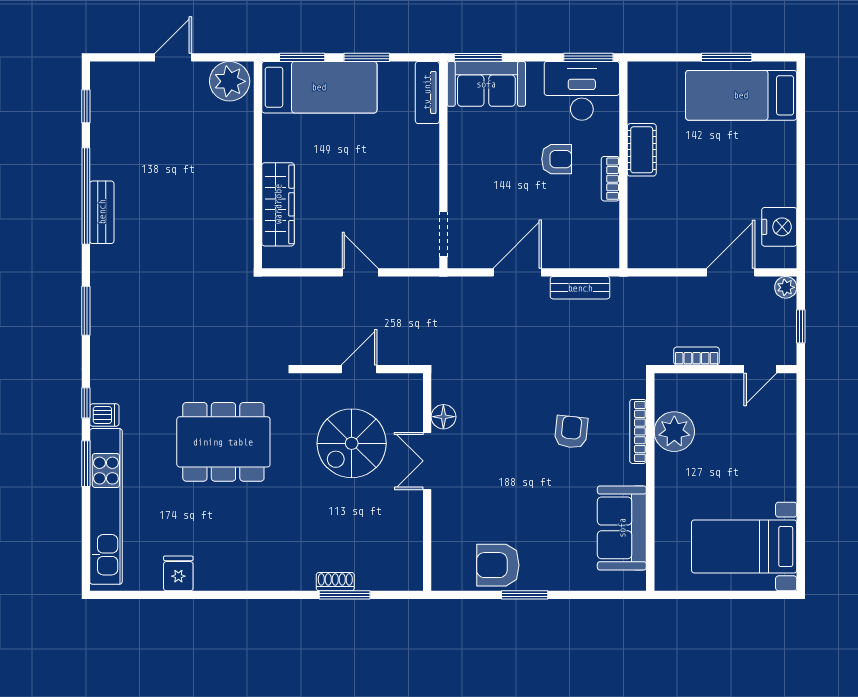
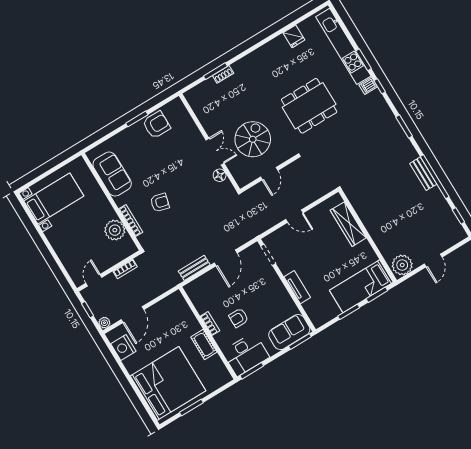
tv unit: (427, 92) -> (297, 287), moved
bed: (741, 95) -> (168, 383), width x2.04
armchair: (571, 432) -> (160, 202), turned -81

